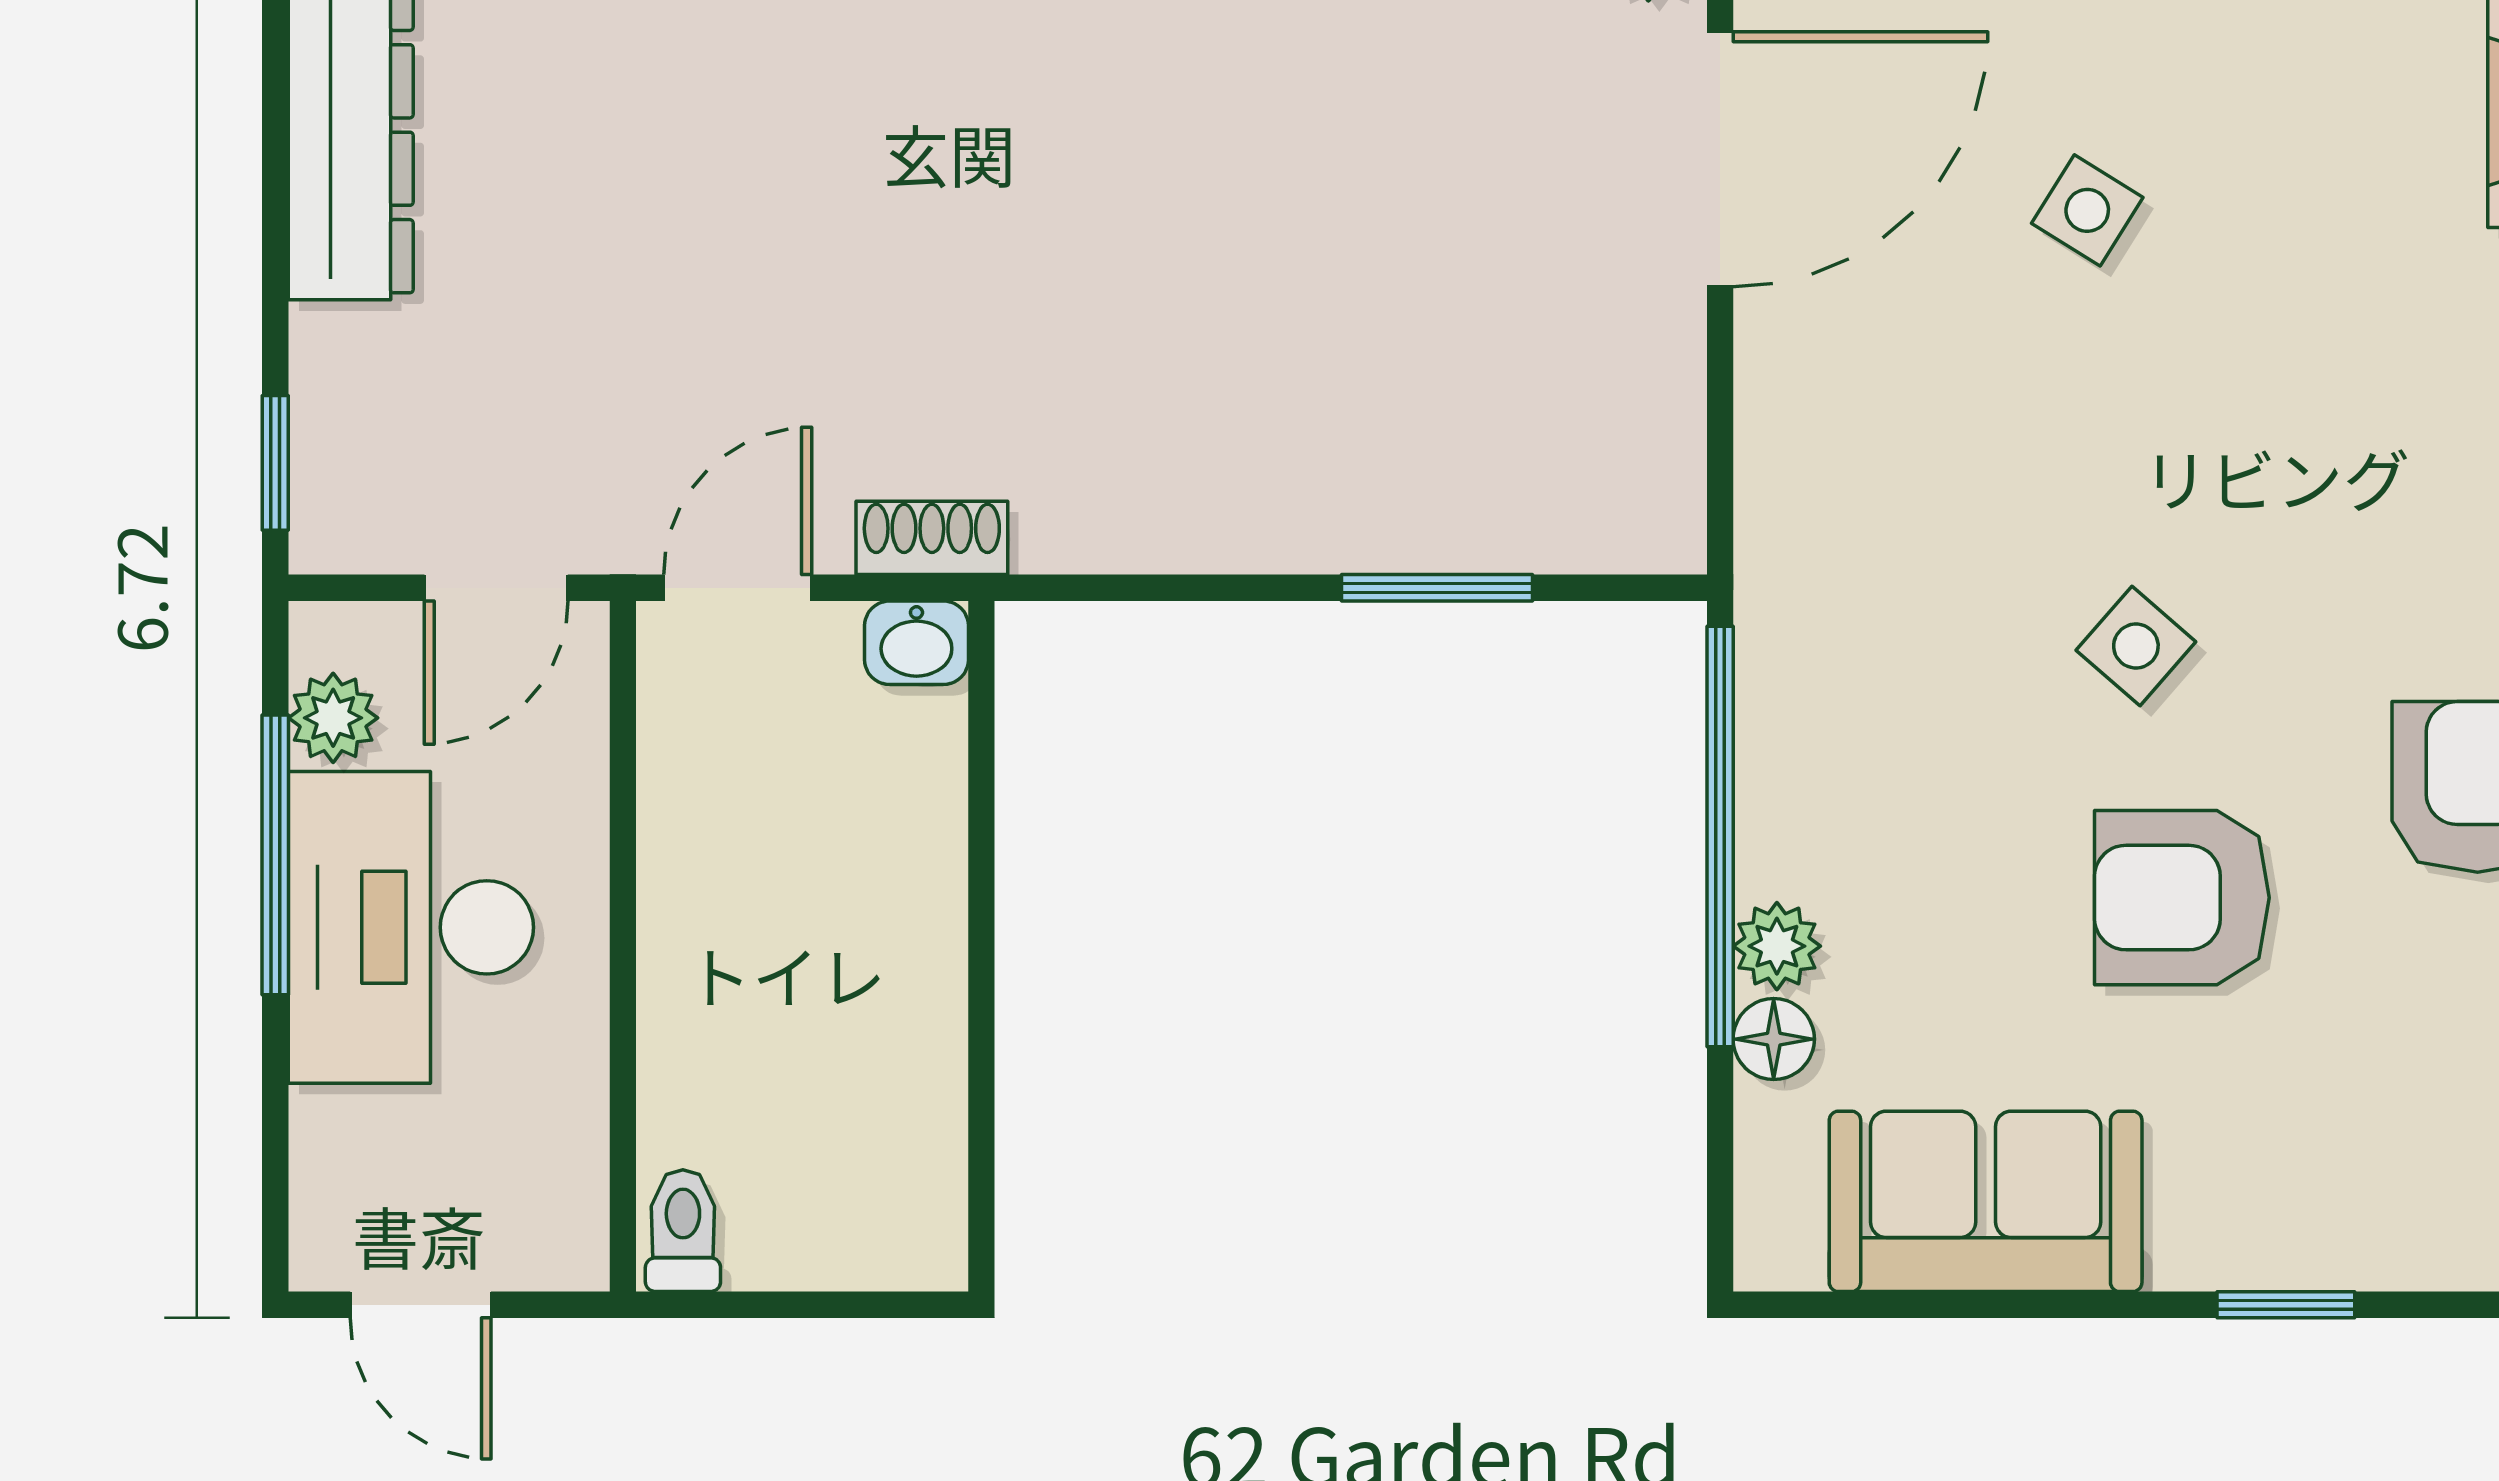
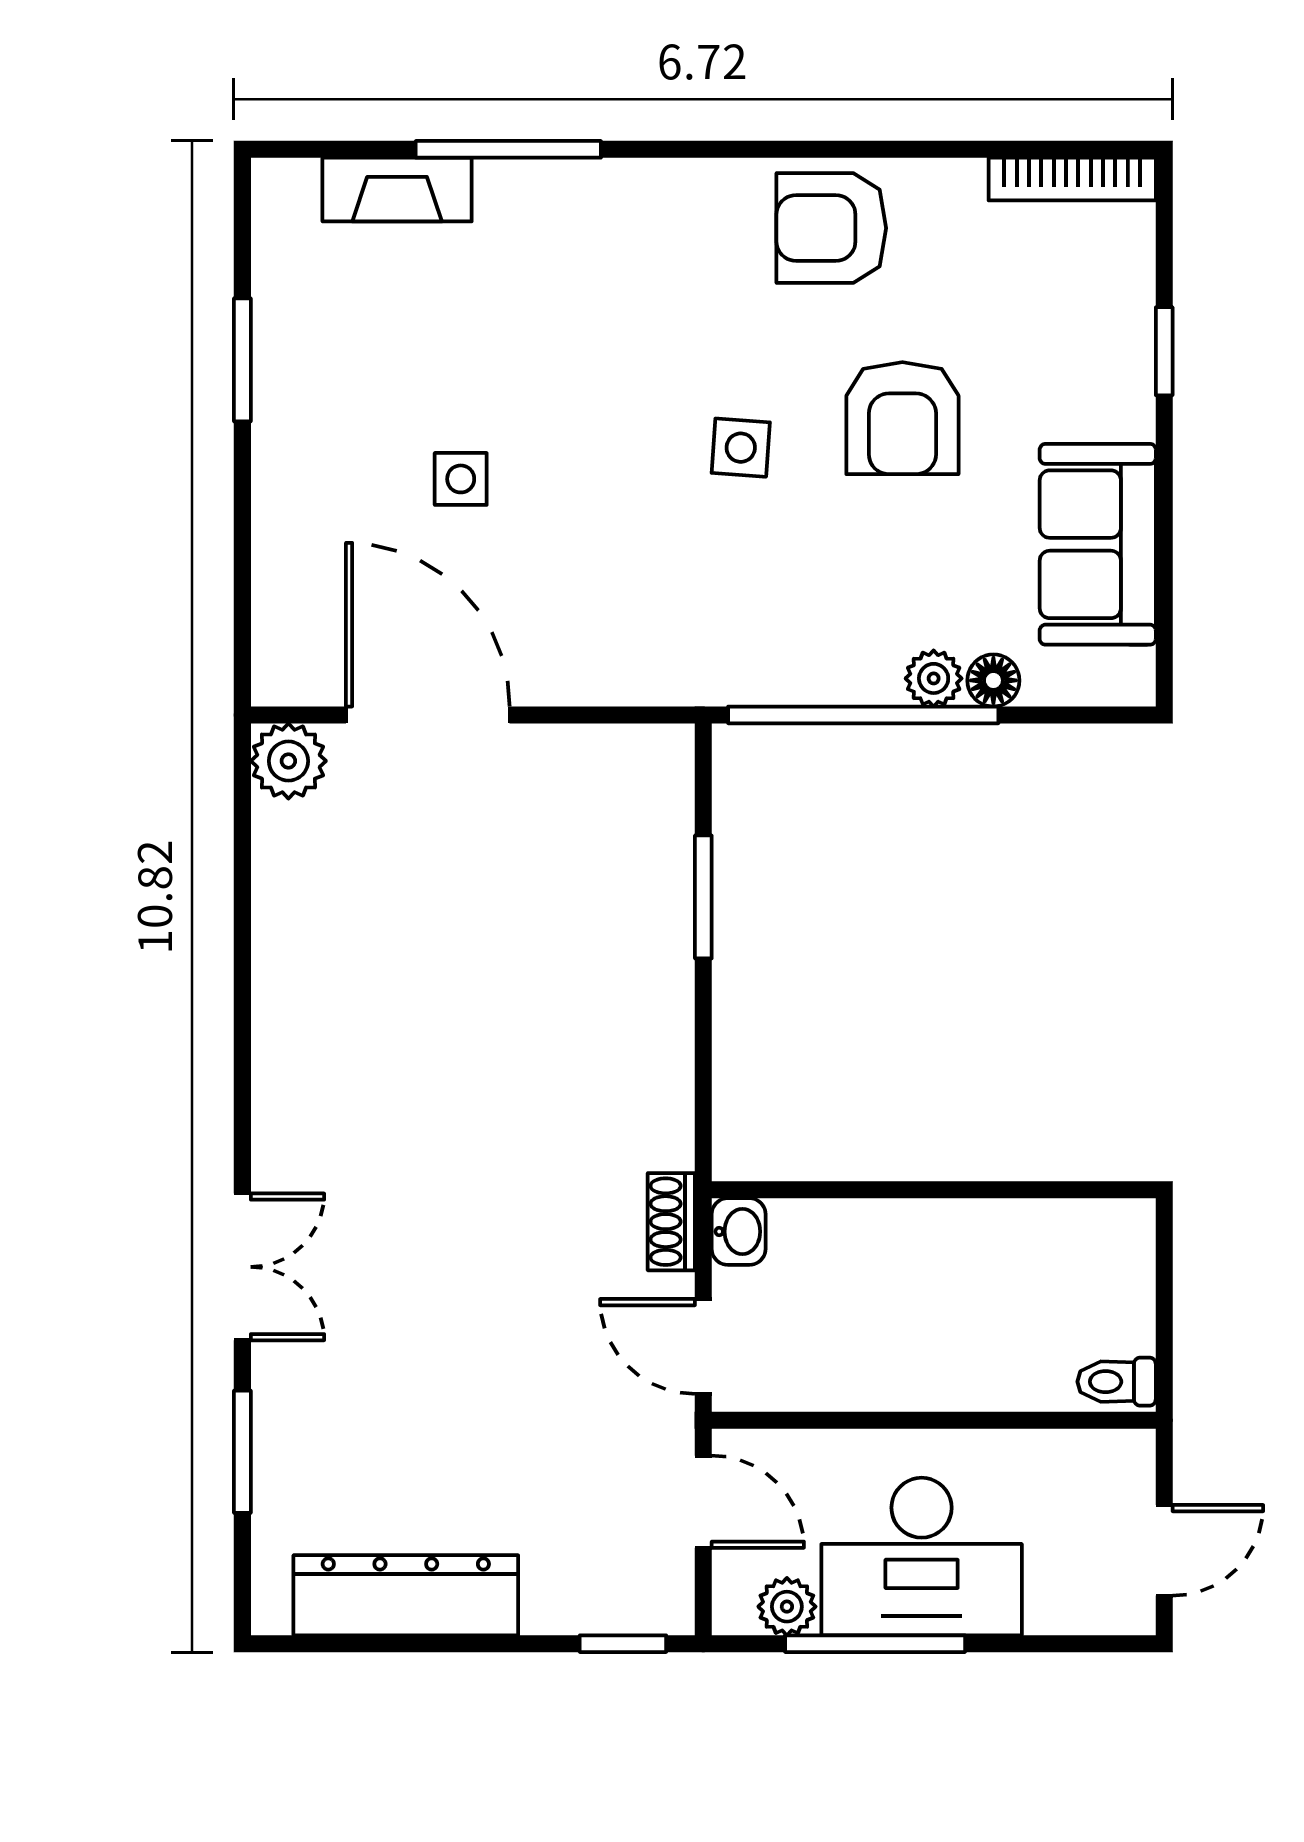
side table: (2087, 210) -> (461, 479), turned -32
side table: (2136, 646) -> (741, 448), turned -37

